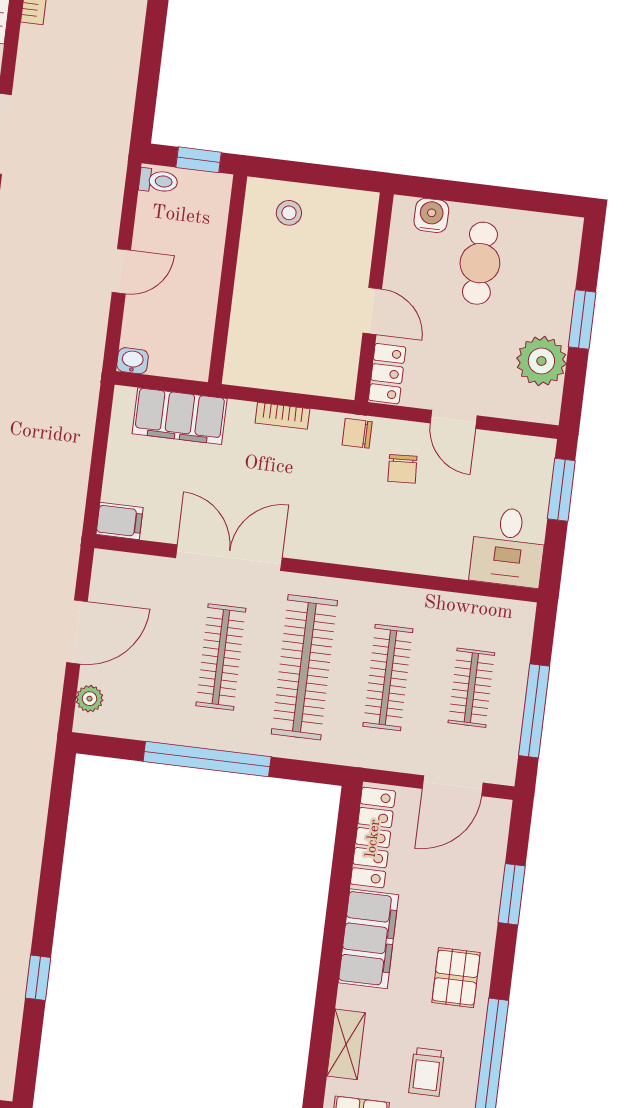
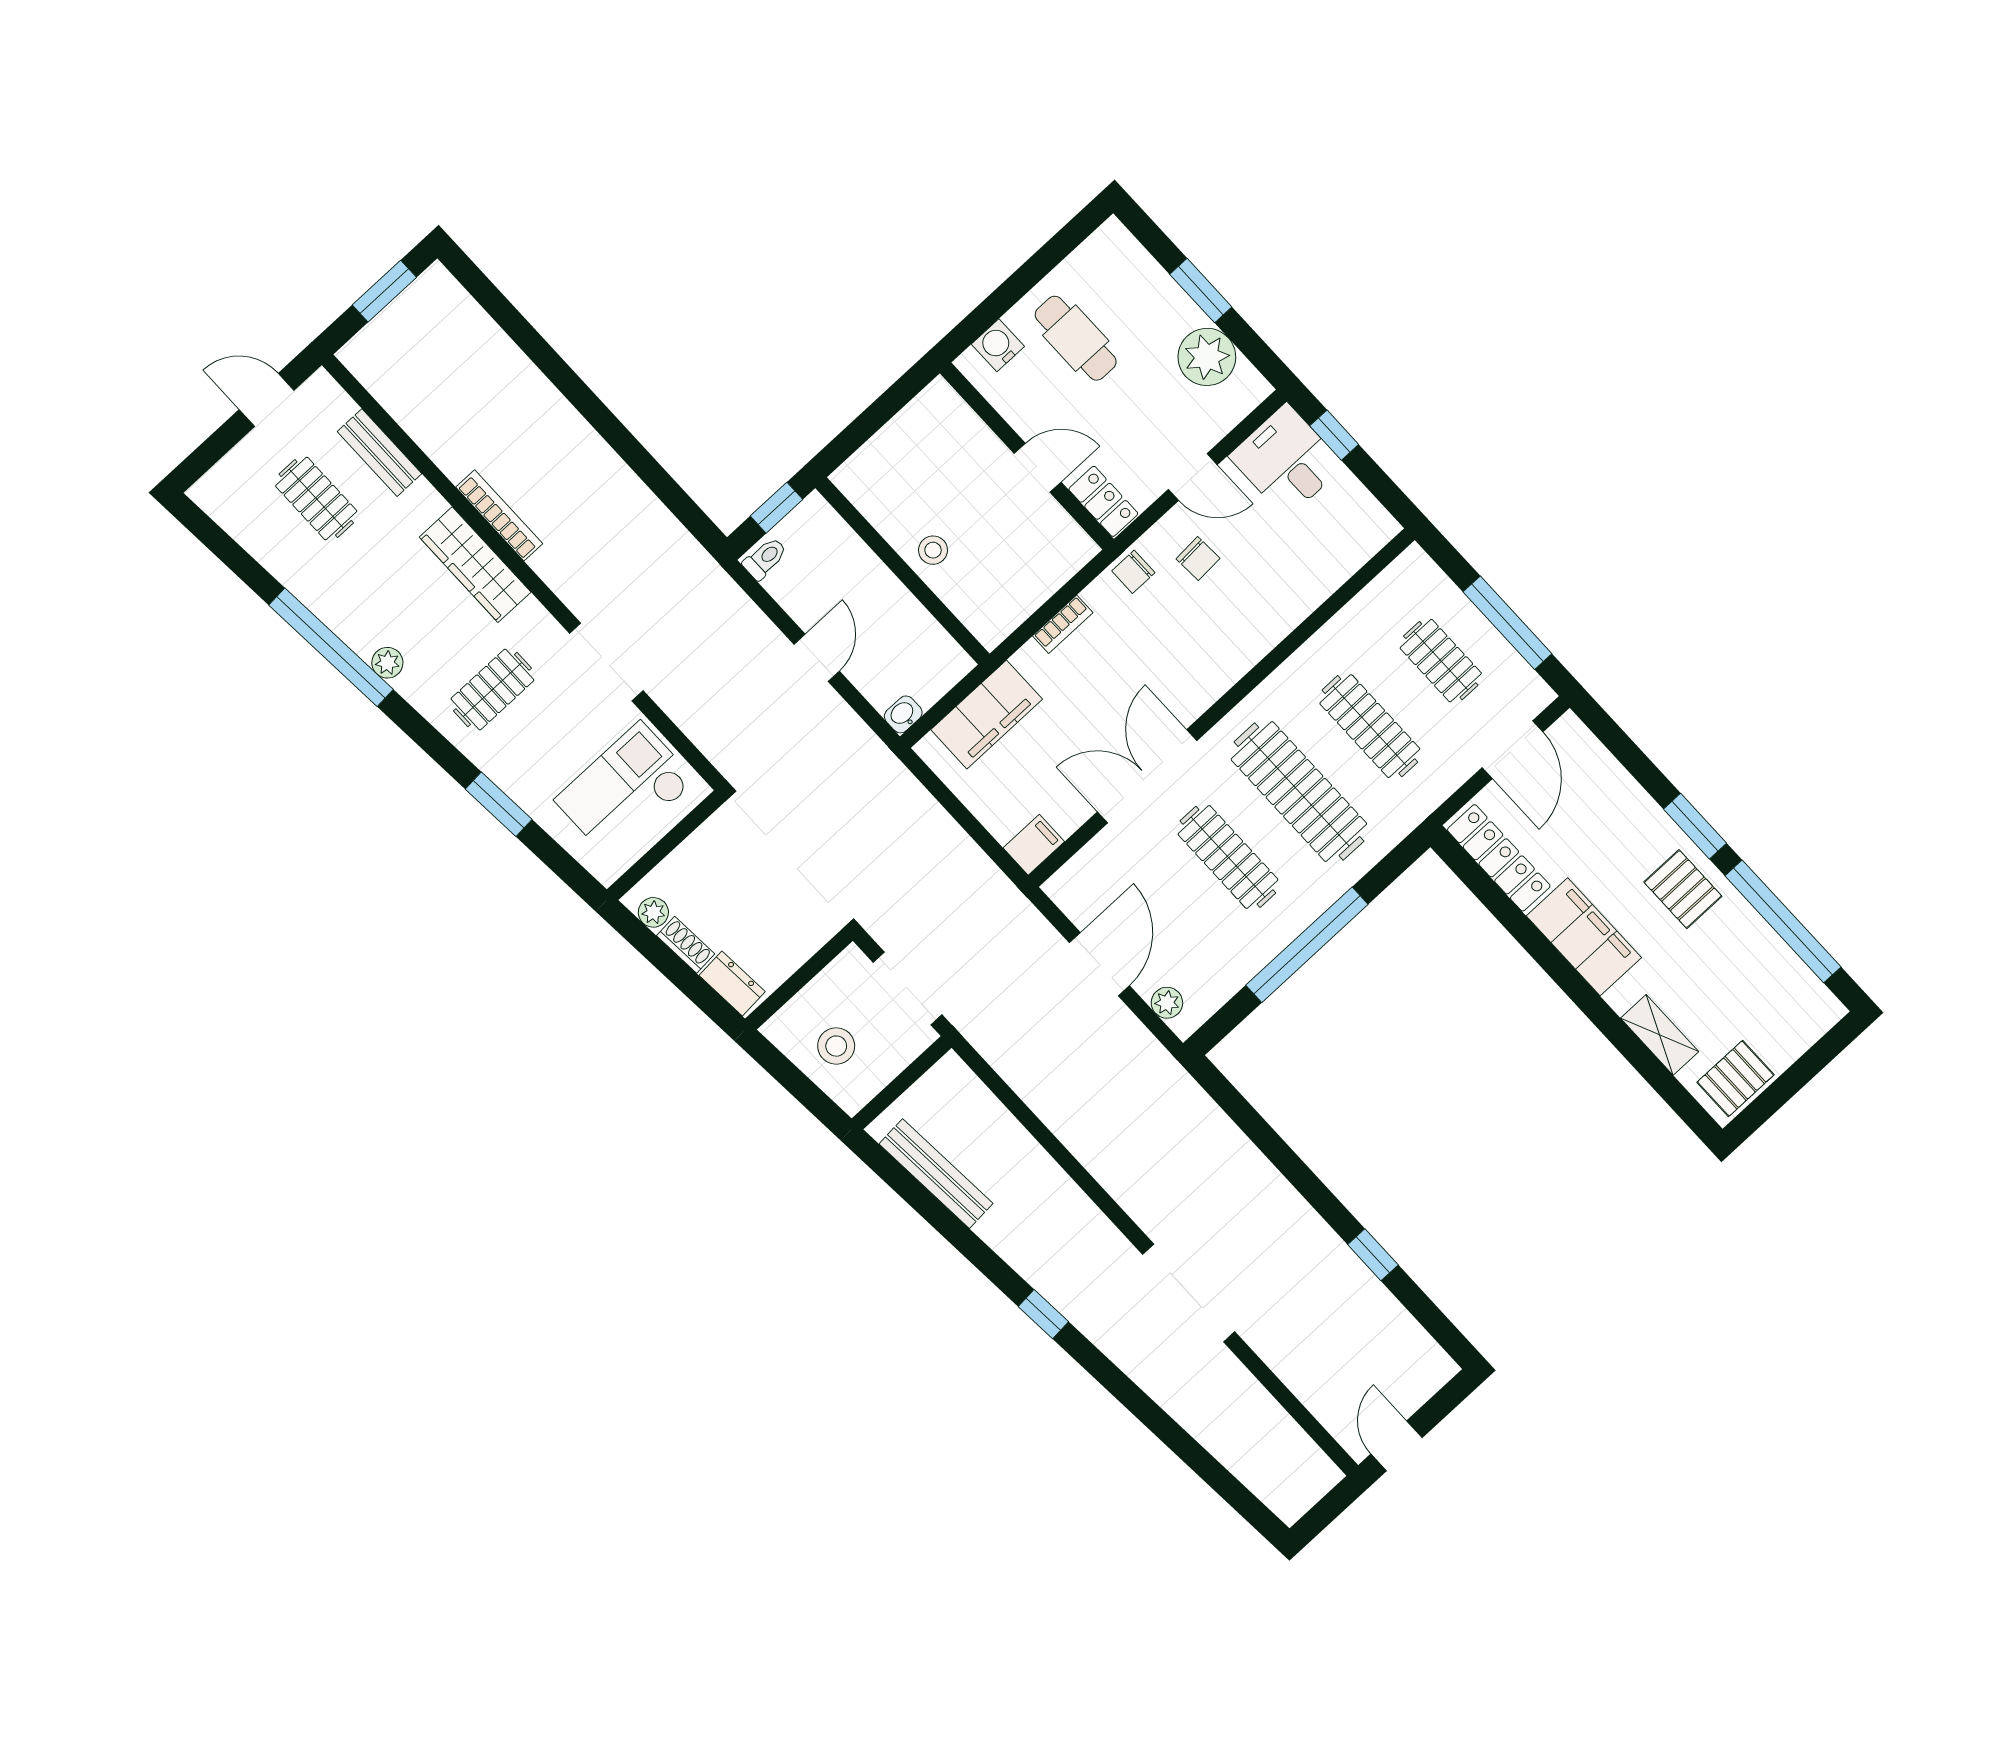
stool: (289, 213) -> (933, 550), moved
window: (561, 490) -> (1334, 435), width x0.67
desk: (508, 547) -> (1287, 461), moved, turned 180
window: (512, 894) -> (1695, 826), moved
trolley: (427, 1072) -> (1744, 985), removed

